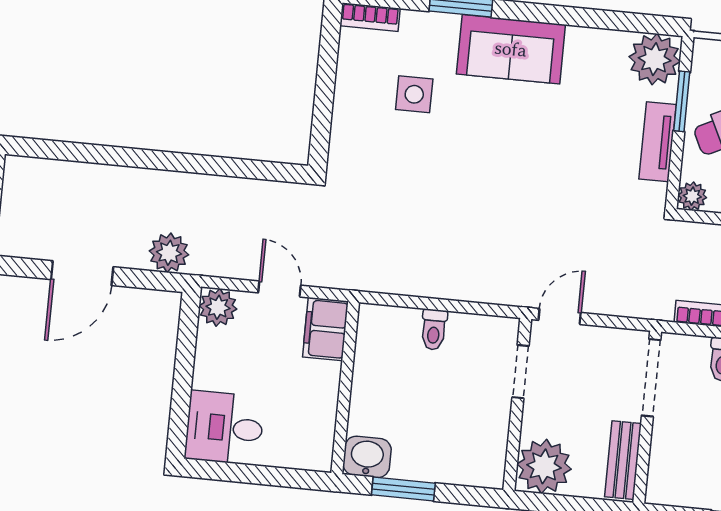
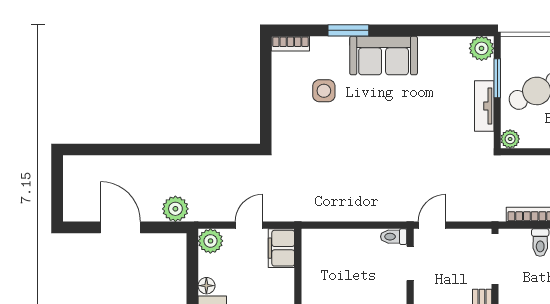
plant: (655, 59) -> (482, 48), width x0.73, depth x0.73
door: (82, 273) -> (120, 227), swing flipped
door: (279, 289) -> (249, 225), hinge flipped
toilet: (434, 330) -> (394, 237), moved, turned 90
floor lamp: (205, 375) -> (206, 286), added

